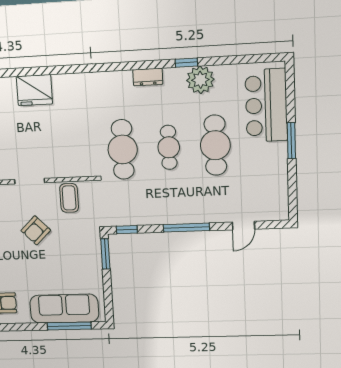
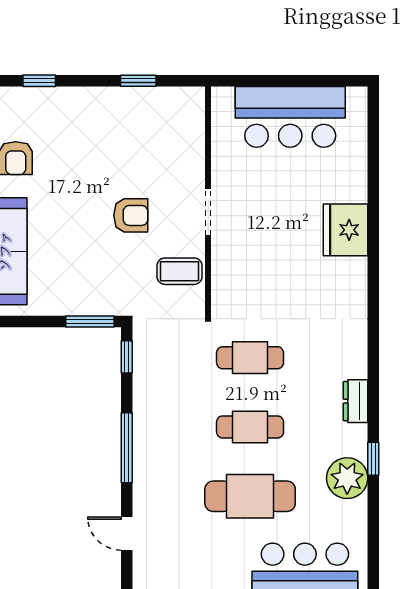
cafe table: (123, 149) -> (250, 358), width x0.73, depth x0.74
armchair: (36, 230) -> (131, 215), turned 134

